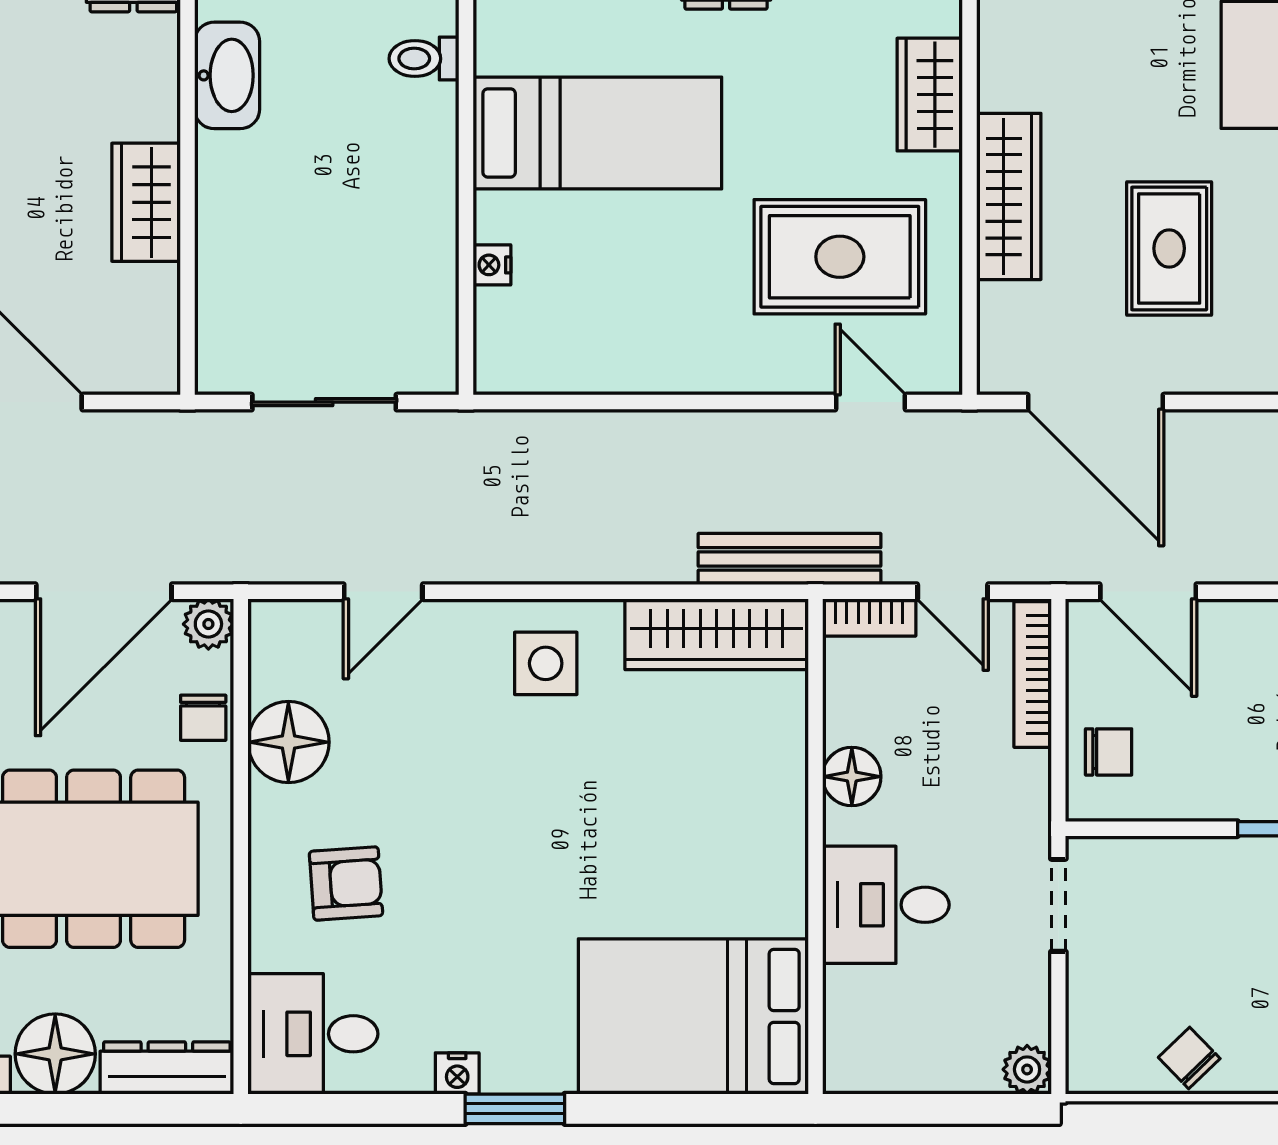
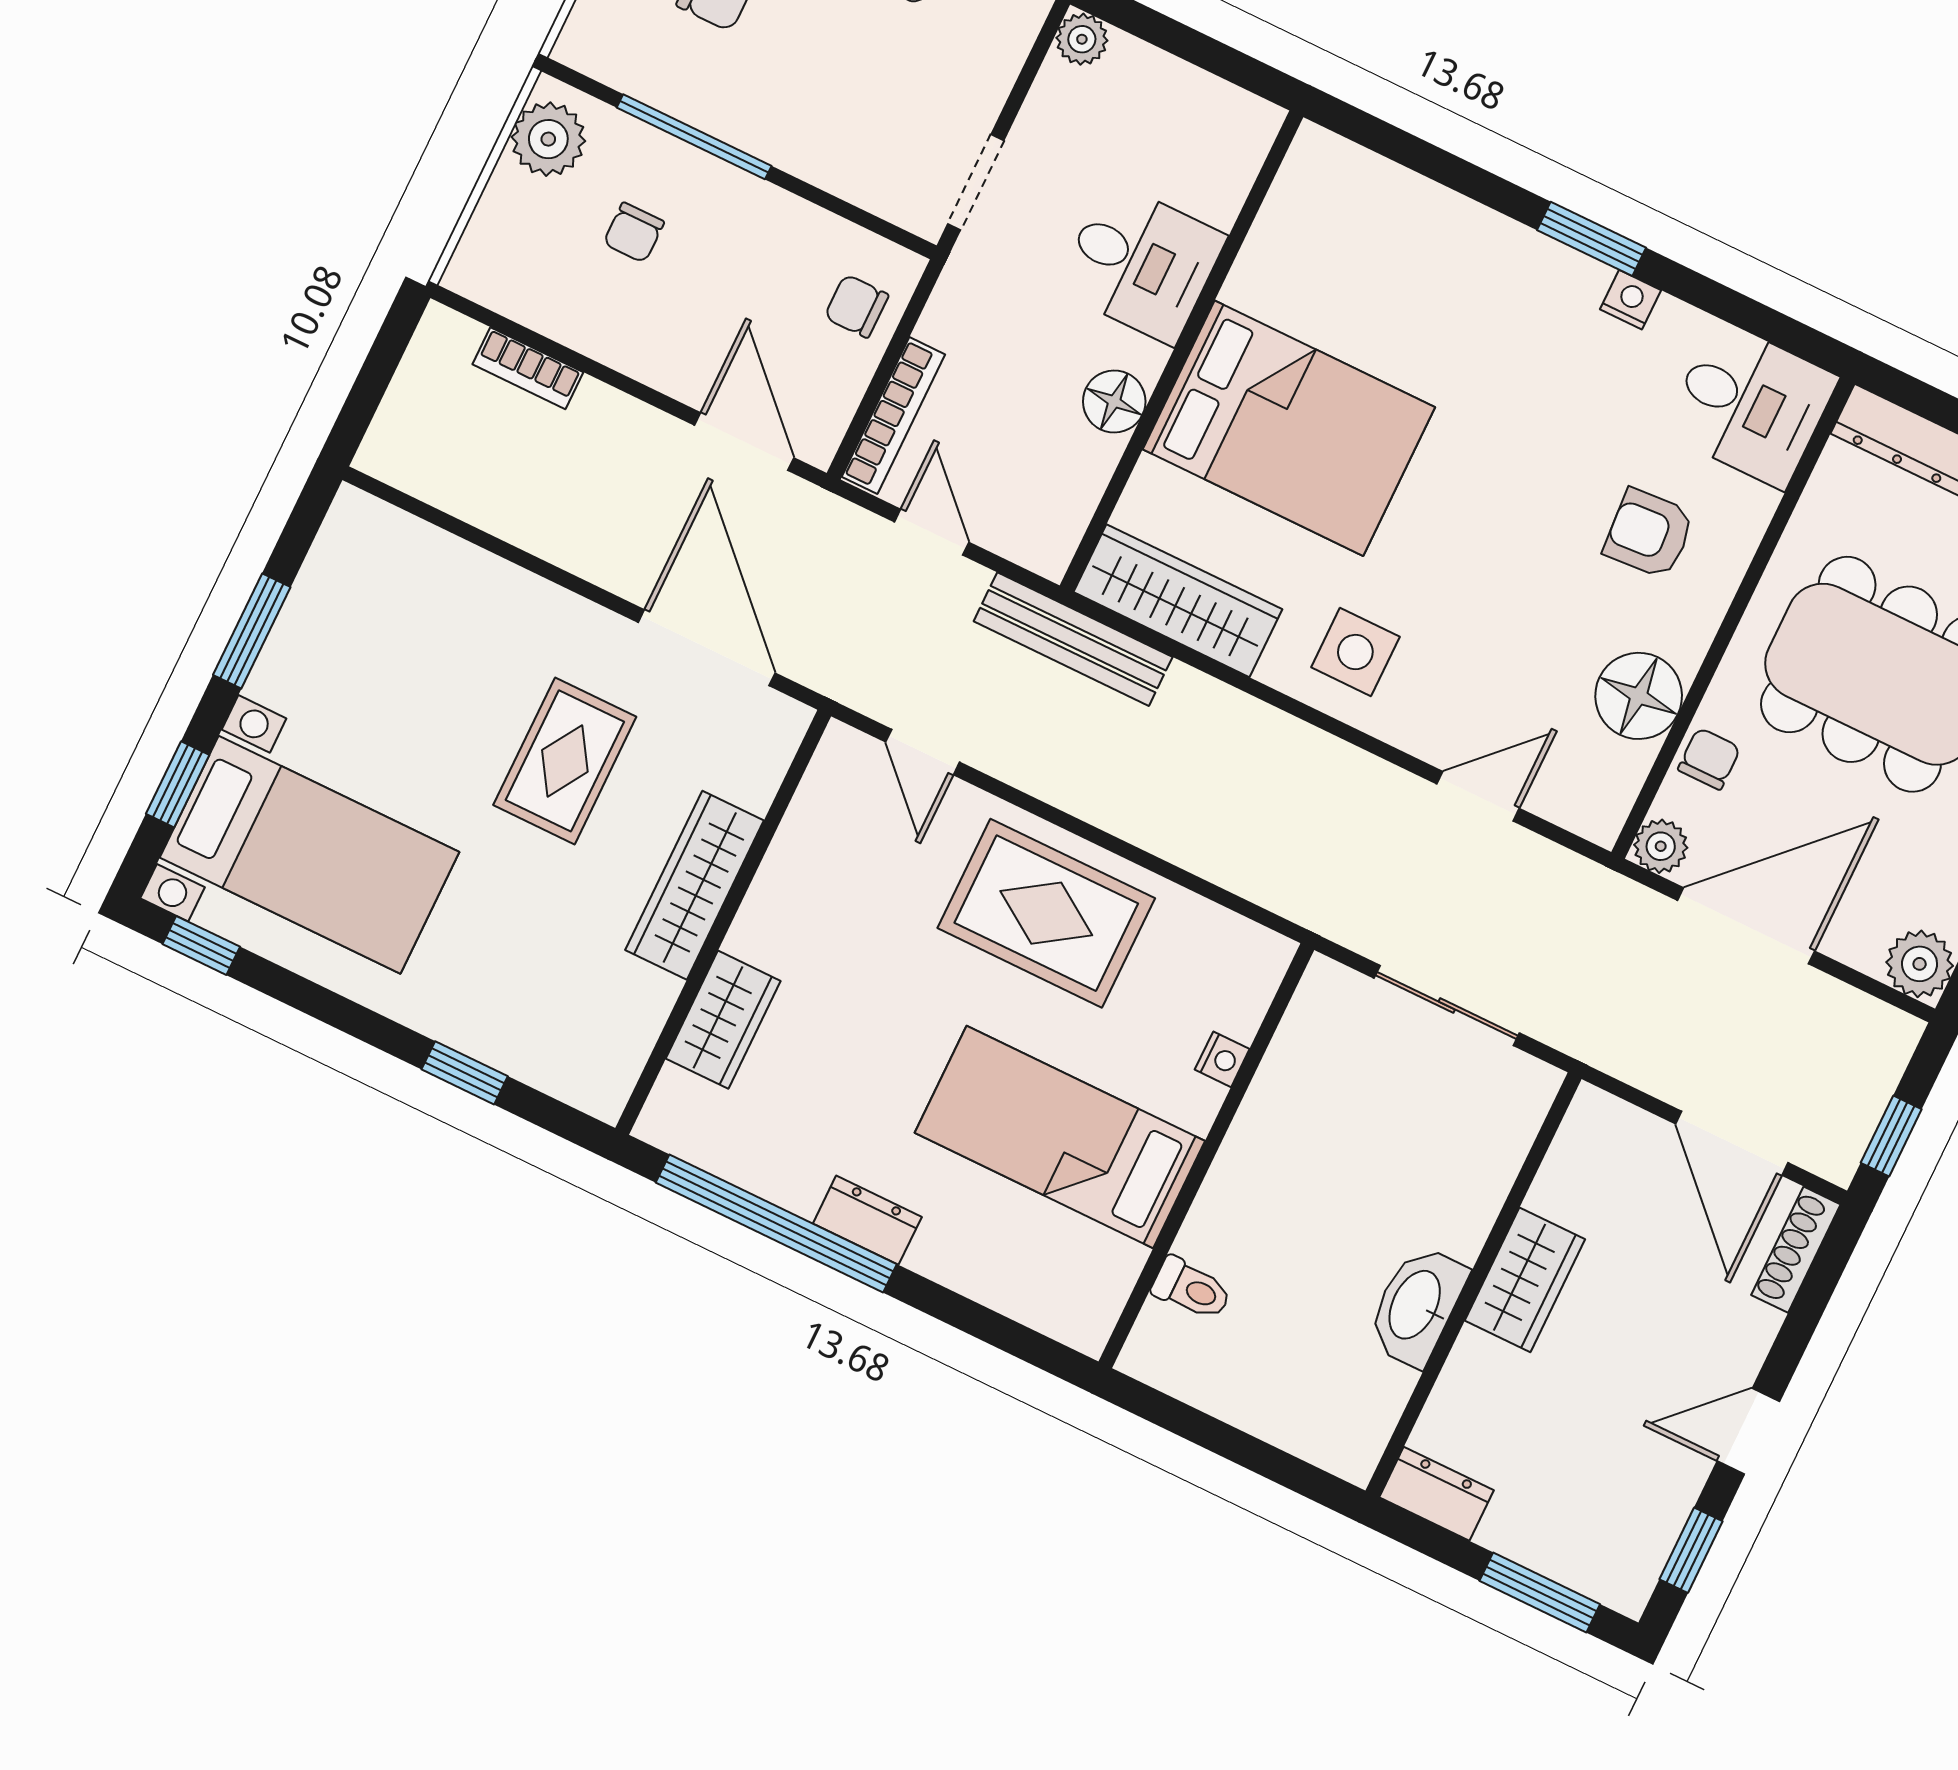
washbasin: (227, 75) -> (1416, 1306), moved
rug: (840, 257) -> (1046, 913), moved
bookcase: (869, 617) -> (1024, 546), removed
bed: (693, 1016) -> (1289, 428), moved

